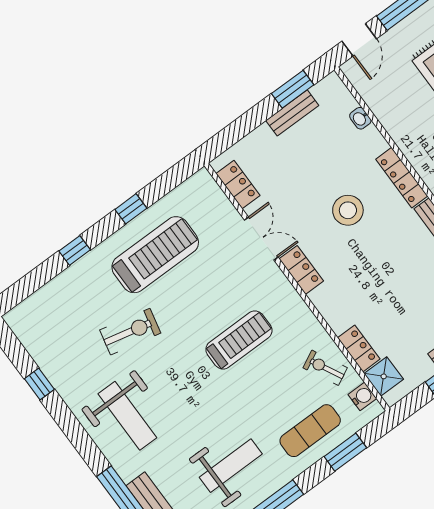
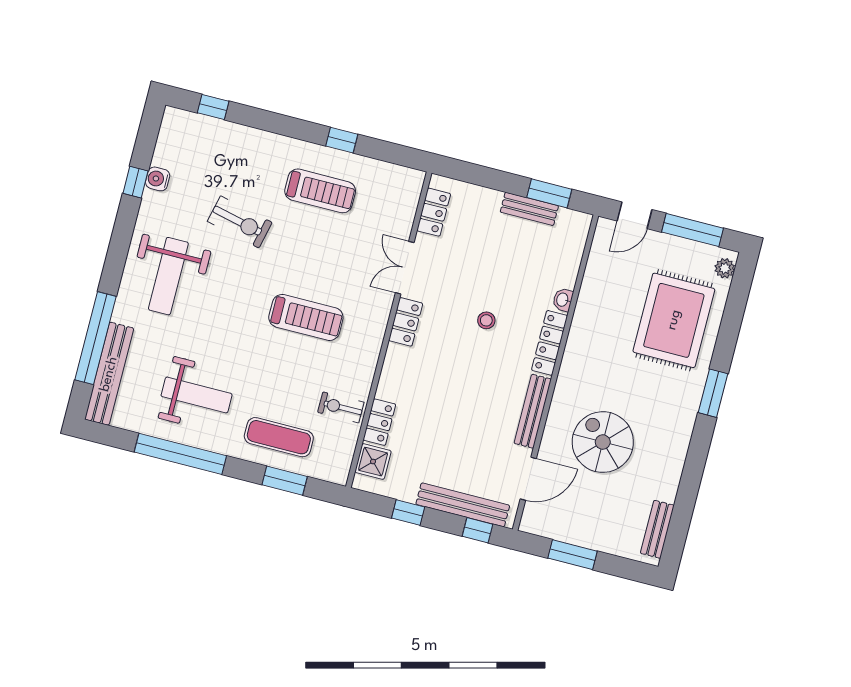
washbasin: (360, 118) -> (563, 300), moved
stool: (348, 210) -> (486, 320), width x0.53, depth x0.53
double door: (261, 239) -> (405, 268), swing flipped
window: (75, 250) -> (213, 107), moved
treadmill: (155, 255) -> (320, 191), width x0.73, depth x0.73
exercise bike: (325, 368) -> (341, 407), turned -63
water cooler: (362, 396) -> (158, 179), moved, turned 180

